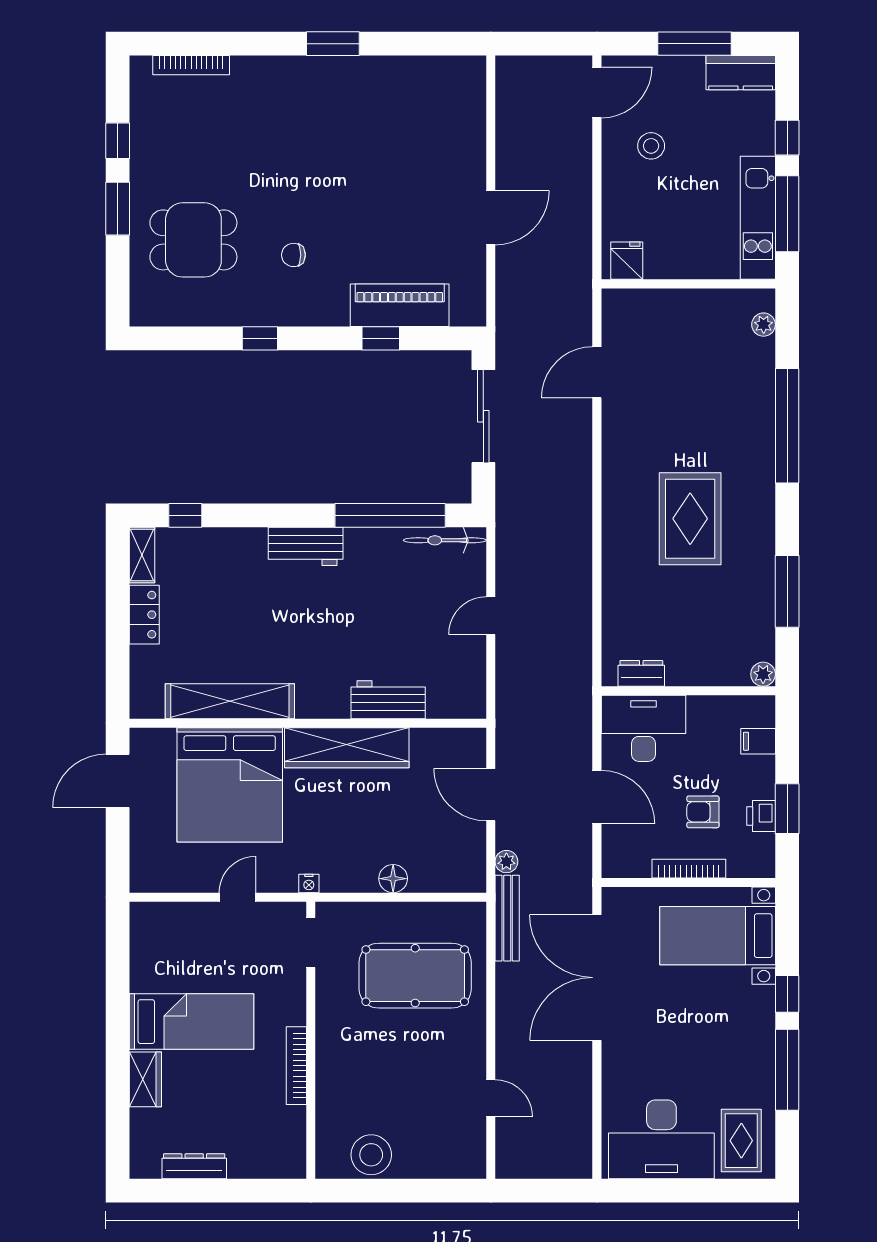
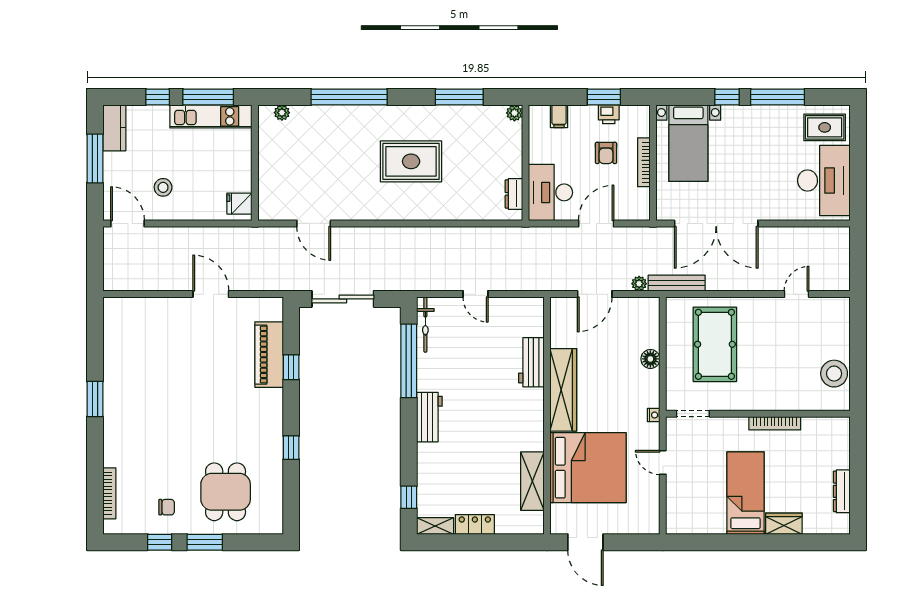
chair: (293, 255) -> (167, 507), moved, turned -90
shelving: (230, 701) -> (532, 481), width x0.68

